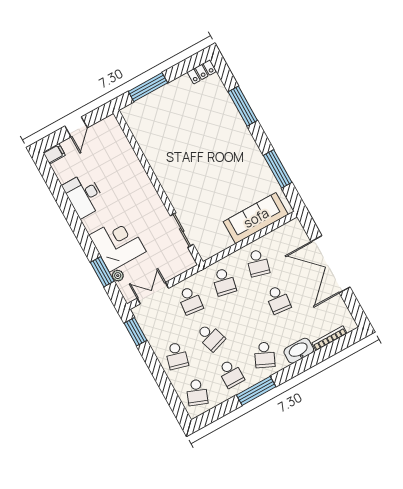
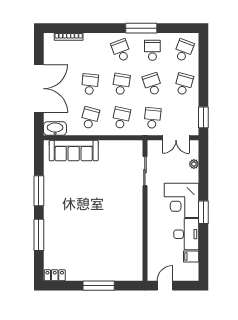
filing cabinet: (54, 154) -> (191, 256), moved
window: (278, 169) -> (39, 191), moved
wall: (158, 187) -> (145, 210), moved
sliding door: (182, 230) -> (145, 171), moved
corner desk: (118, 243) -> (181, 200), moved
window: (102, 272) -> (203, 212), moved
school desk: (244, 318) -> (121, 84), added
washbasin: (299, 351) -> (55, 128), moved, turned 180
school desk: (265, 355) -> (121, 50), turned -45

